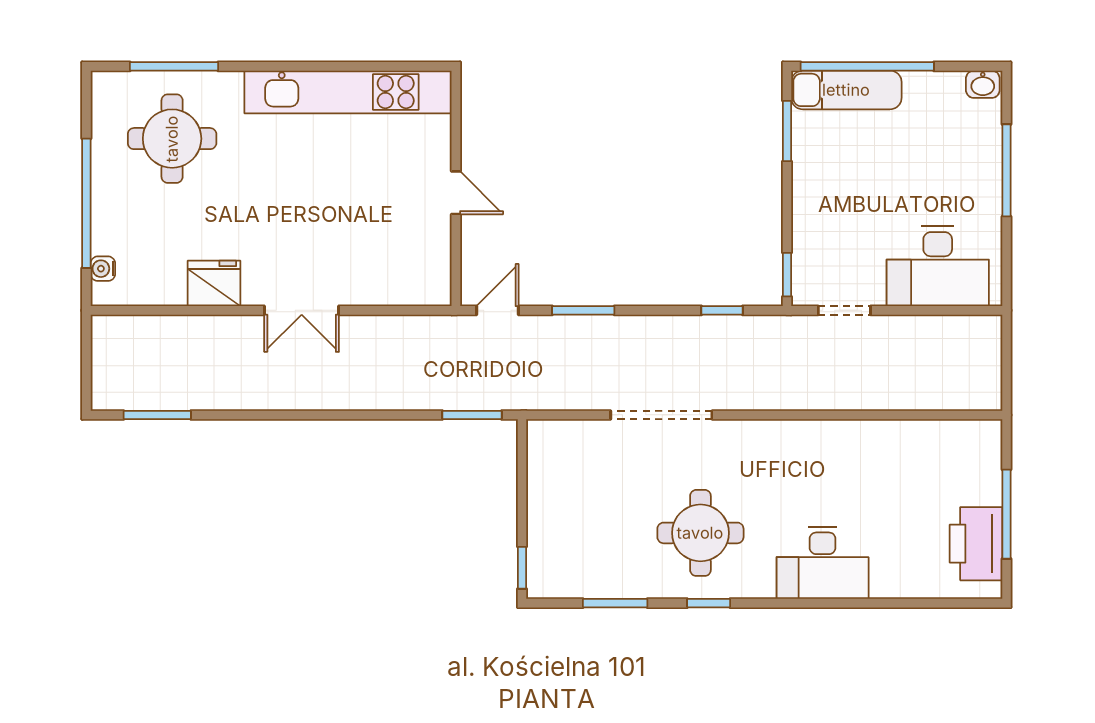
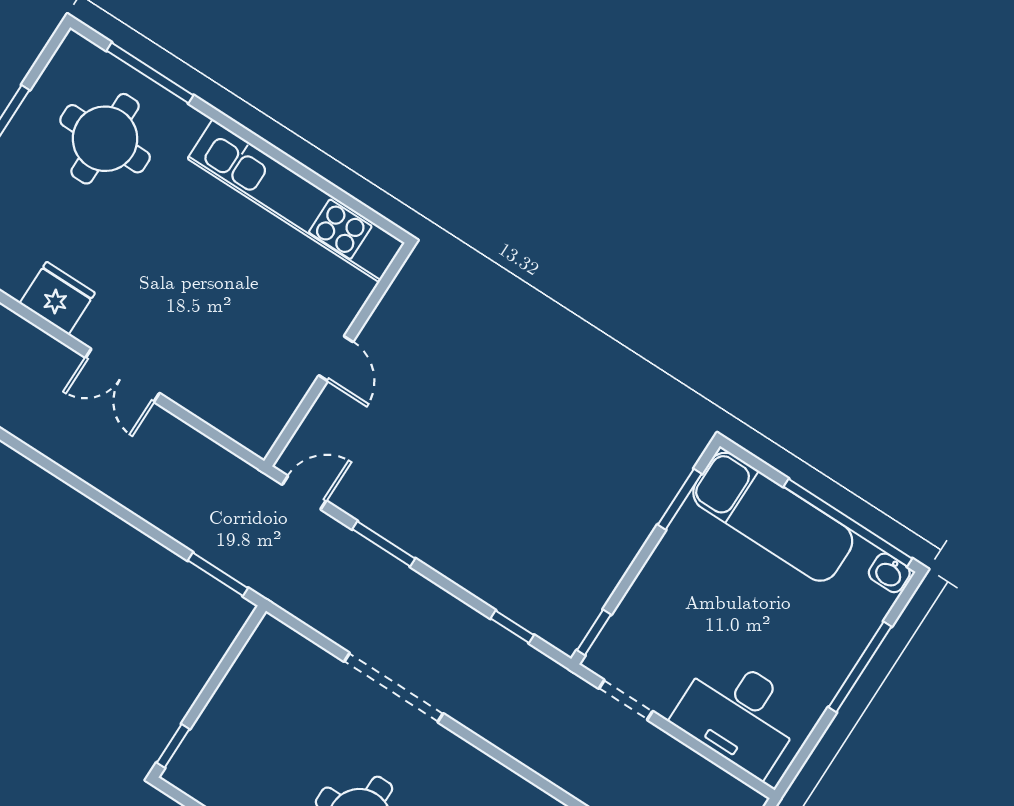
window: (867, 66) -> (848, 523), moved
exam couch: (846, 90) -> (773, 517), width x1.36, depth x1.45

